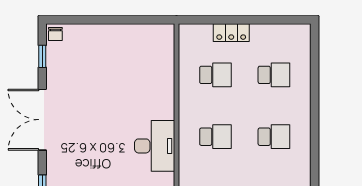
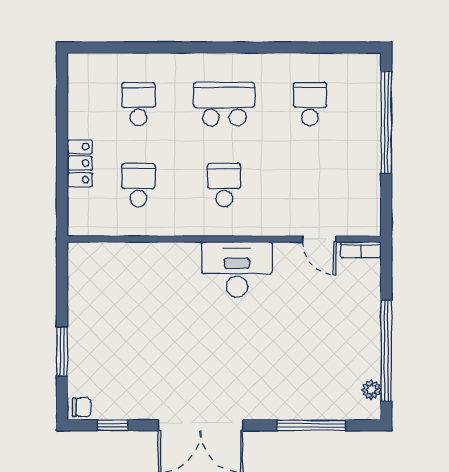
window: (95, 20) -> (62, 352), added
school desk: (274, 137) -> (224, 104), width x1.85

